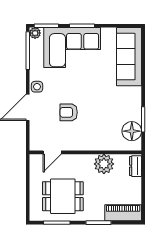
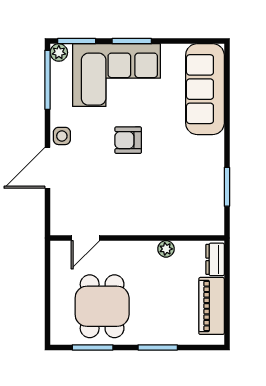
armchair: (69, 112) -> (128, 140), moved
floor lamp: (132, 131) -> (209, 205), removed
plant: (104, 164) -> (166, 249), width x0.53, depth x0.53
dining table: (63, 196) -> (102, 306), turned 90
piano: (123, 213) -> (212, 306), moved, turned -90

